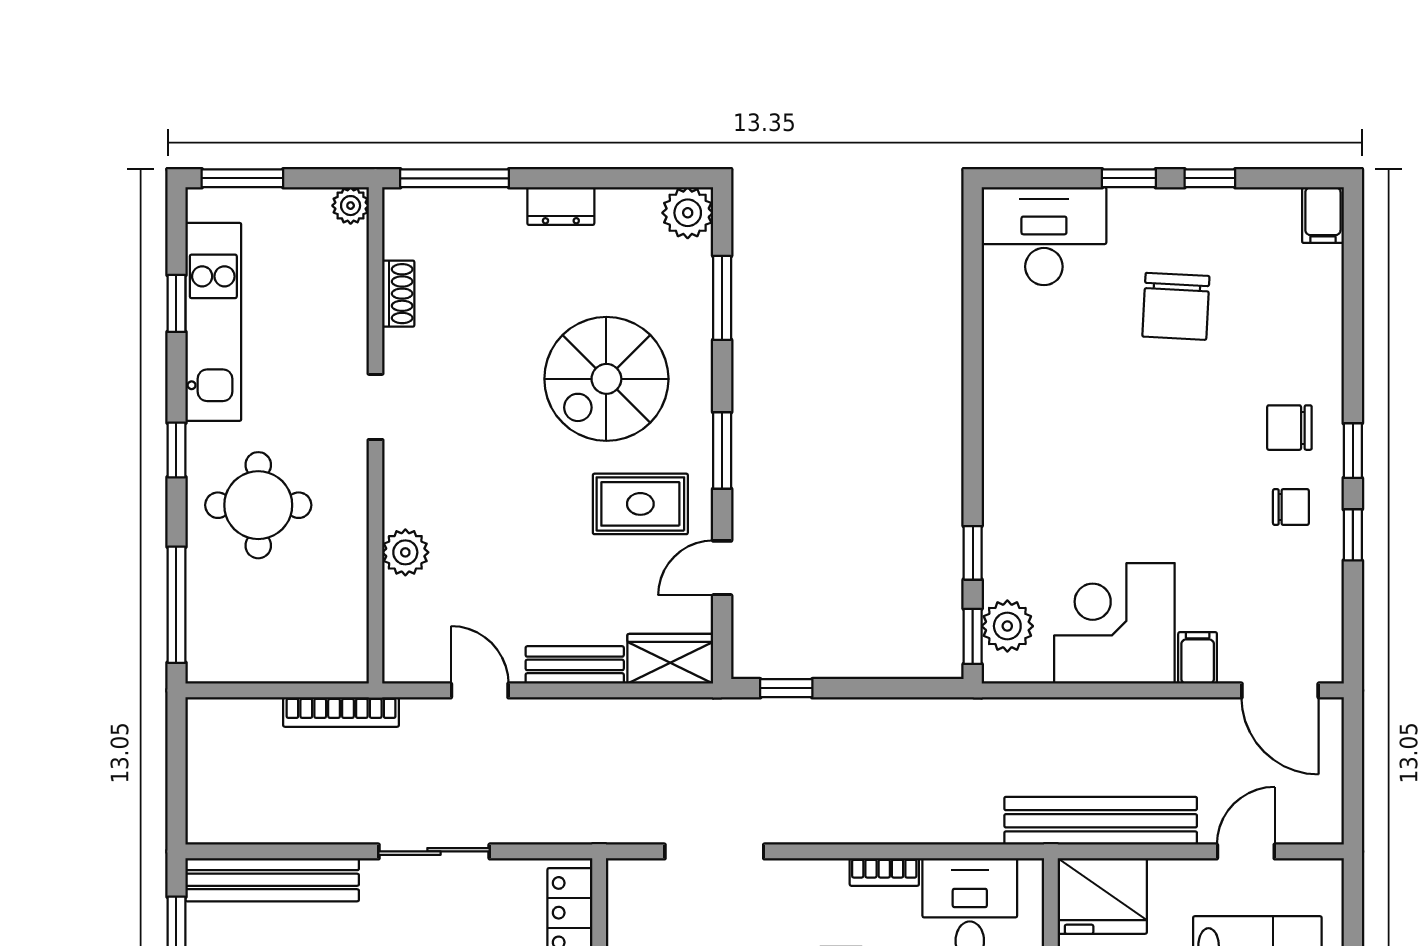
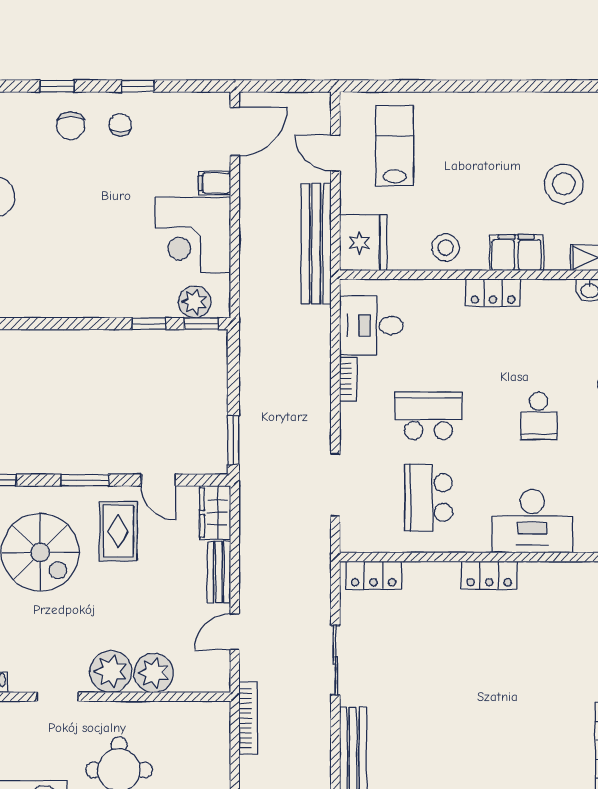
window: (1353, 451) -> (57, 86), moved
plant: (416, 492) -> (111, 672), added
plant: (405, 552) -> (154, 673), width x1.36, depth x1.36
window: (786, 688) -> (233, 440), width x1.50

